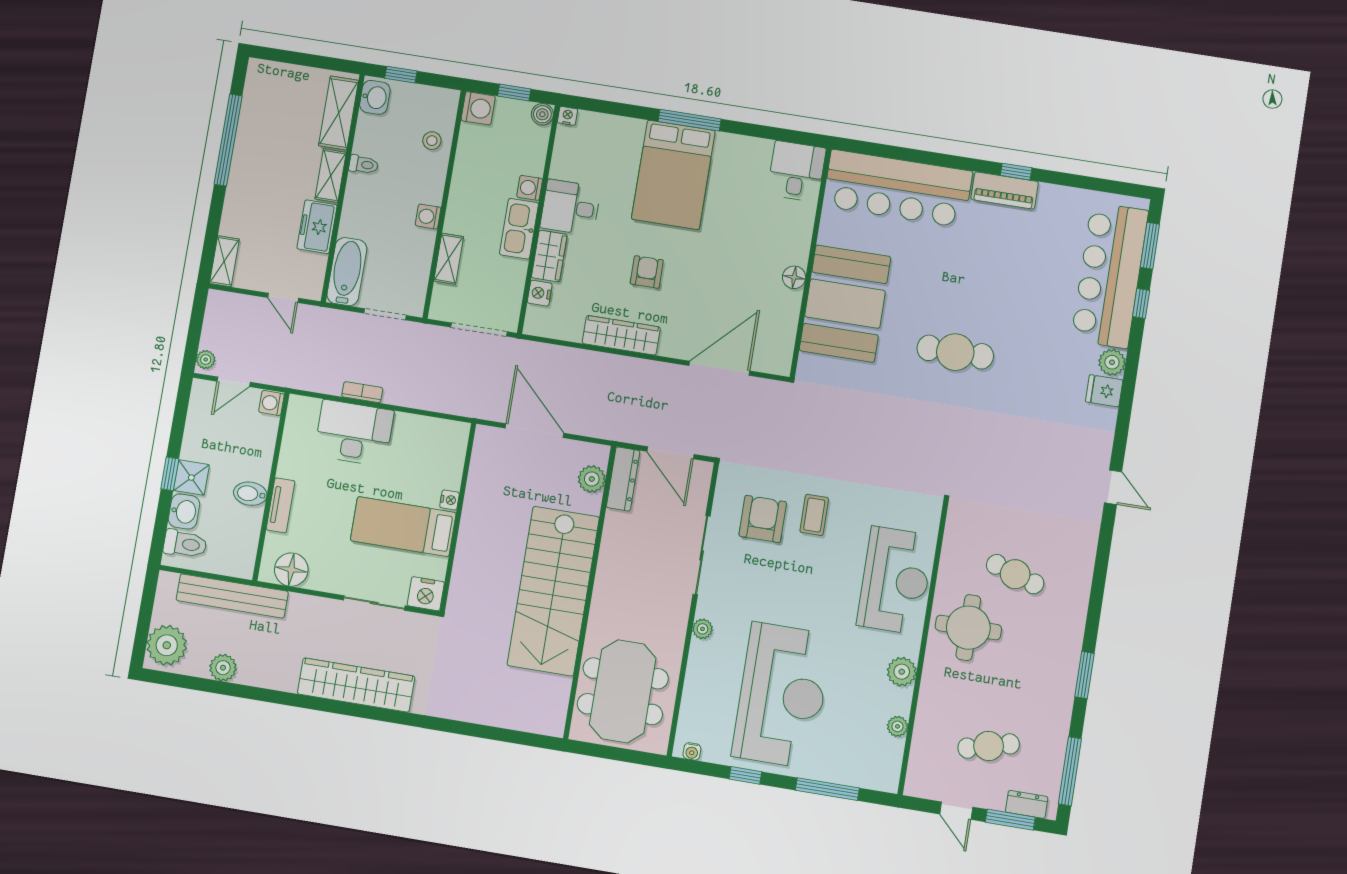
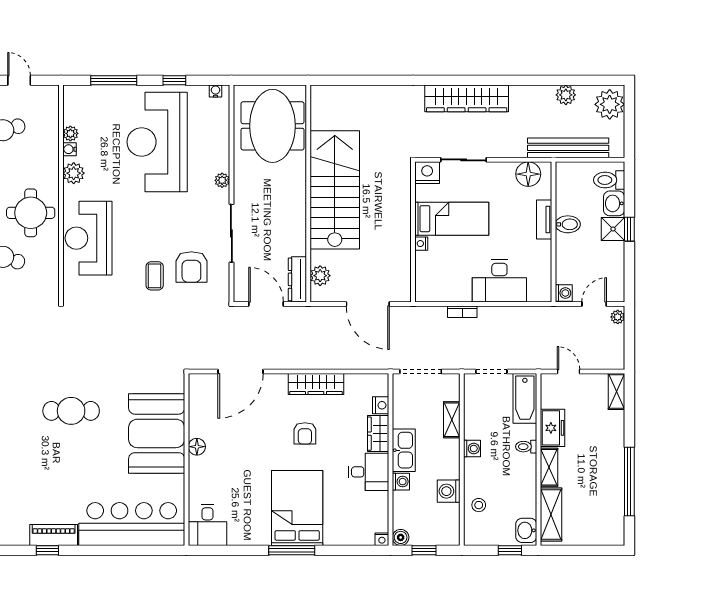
washing machine: (478, 108) -> (449, 491), moved
toilet: (363, 165) -> (526, 447), moved
bookcase: (362, 392) -> (462, 312), moved
water cooler: (902, 705) -> (70, 149), added

